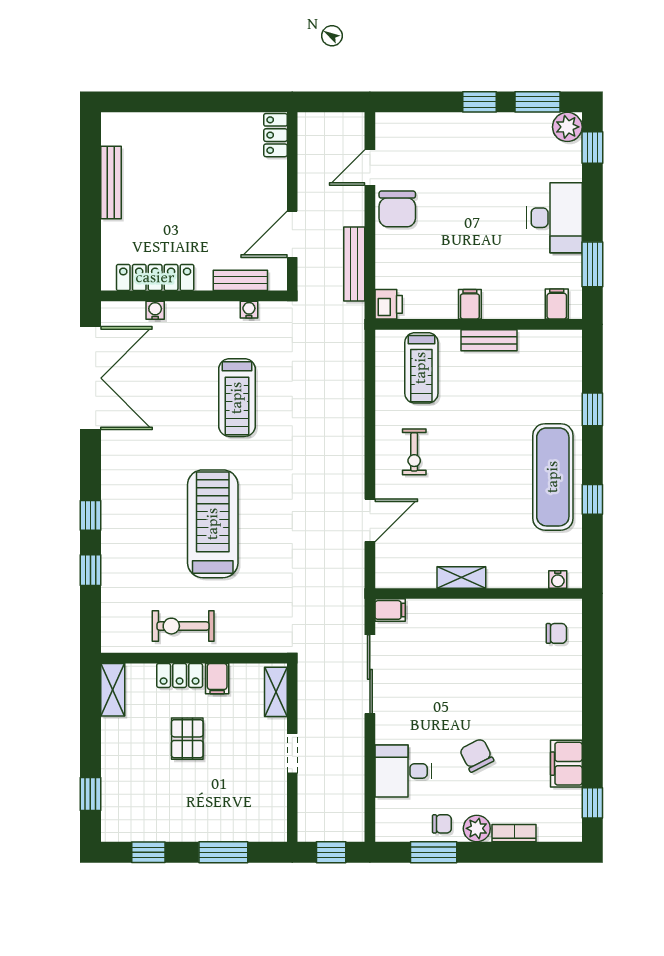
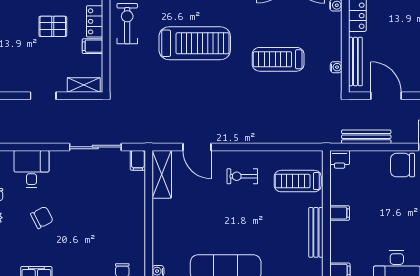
bench: (240, 280) -> (355, 62), width x1.36
bench: (489, 340) -> (316, 232), width x1.36
shelving: (461, 577) -> (162, 174), moved, width x1.50, depth x1.33

